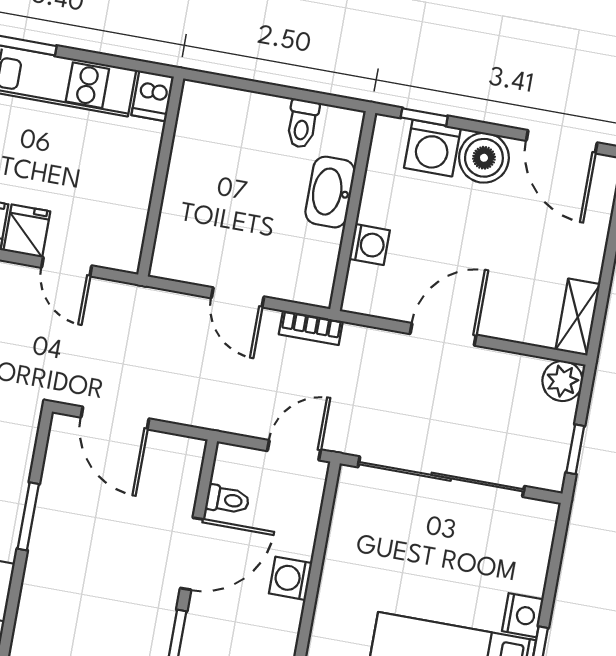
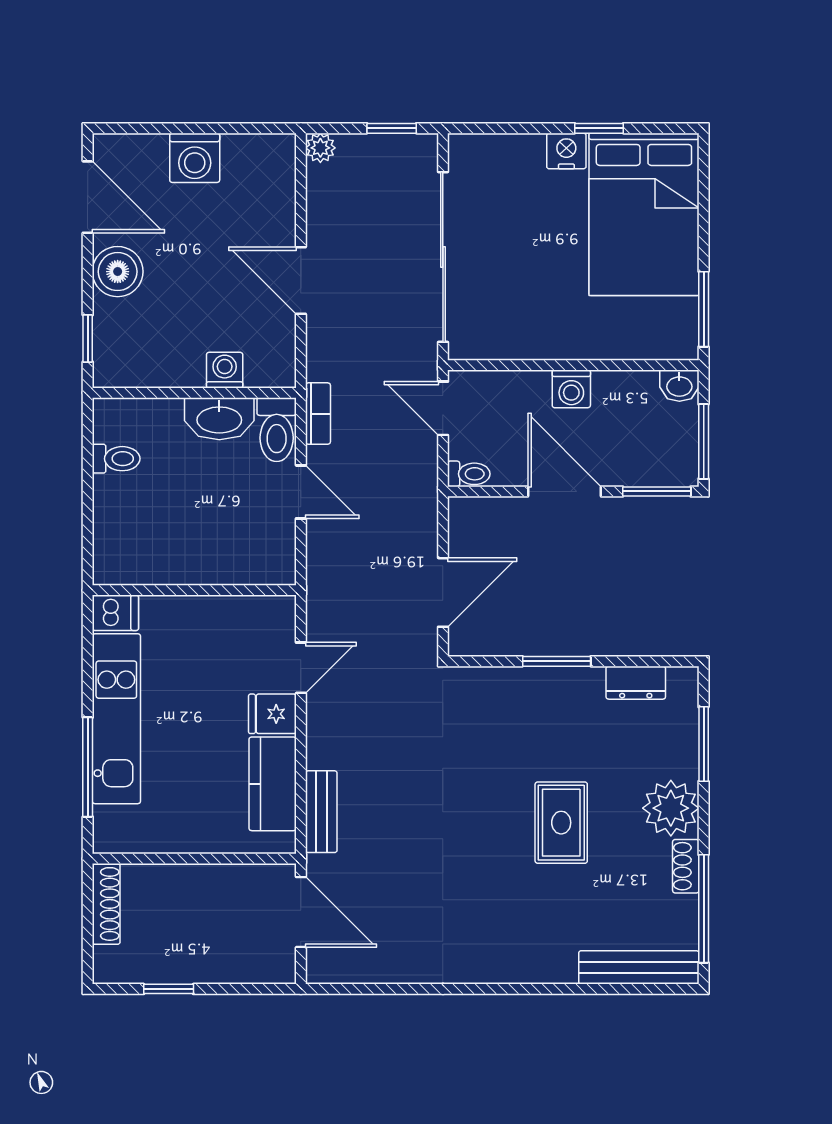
door: (562, 142) -> (88, 197), hinge flipped
washing machine: (432, 148) -> (195, 158), moved, turned 90
washbasin: (330, 192) -> (219, 419), moved
toilet: (302, 285) -> (277, 430), added
door: (238, 297) -> (301, 492), hinge flipped
shelving: (578, 317) -> (259, 150), removed
plant: (562, 381) -> (320, 148), width x0.73, depth x0.73
toilet: (228, 500) -> (469, 474), moved, turned 90

